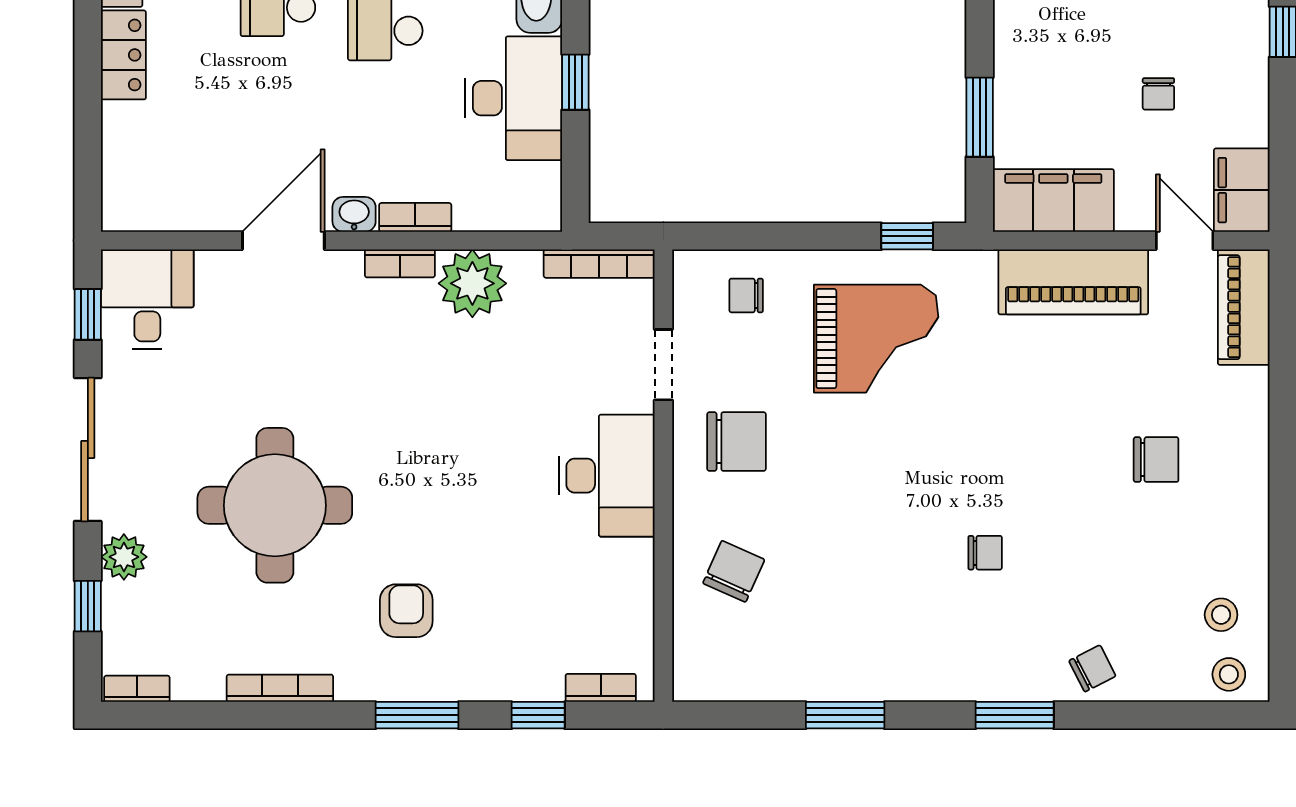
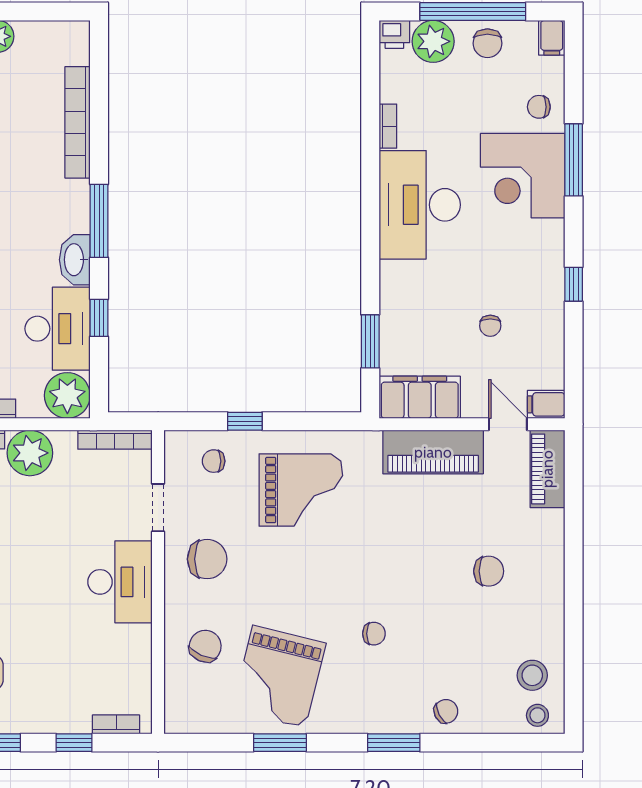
filing cabinet: (1242, 190) -> (546, 404), width x0.50
plant: (528, 198) -> (67, 395), added
window: (907, 236) -> (245, 421), moved
stool: (1221, 615) -> (532, 675), width x1.37, depth x1.37
grand piano: (844, 617) -> (279, 677), added

